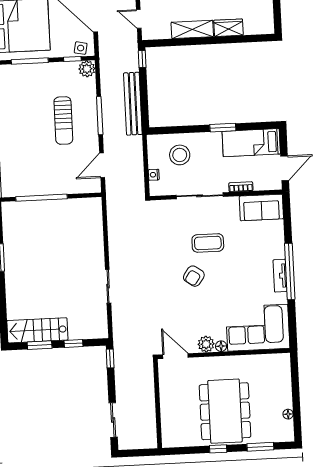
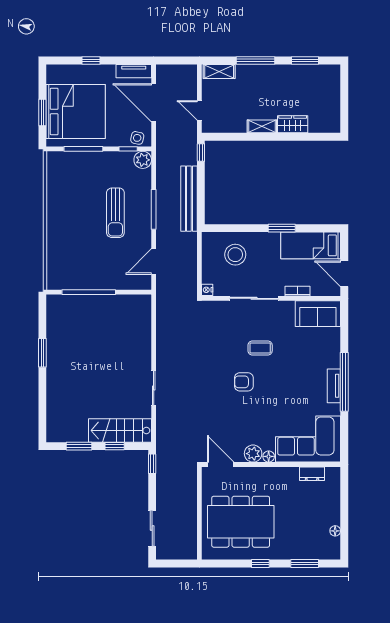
shelving: (192, 29) -> (262, 126), width x0.67, depth x0.75
door: (285, 168) -> (344, 274), swing flipped
nightstand: (154, 175) -> (207, 290), moved
coffee table: (208, 243) -> (260, 348), width x0.73, depth x0.77
armchair: (194, 276) -> (244, 382), turned 55
stairs: (37, 330) -> (120, 431), moved
dresser: (263, 361) -> (312, 474), added
dining table: (225, 411) -> (241, 522), moved, turned 90

